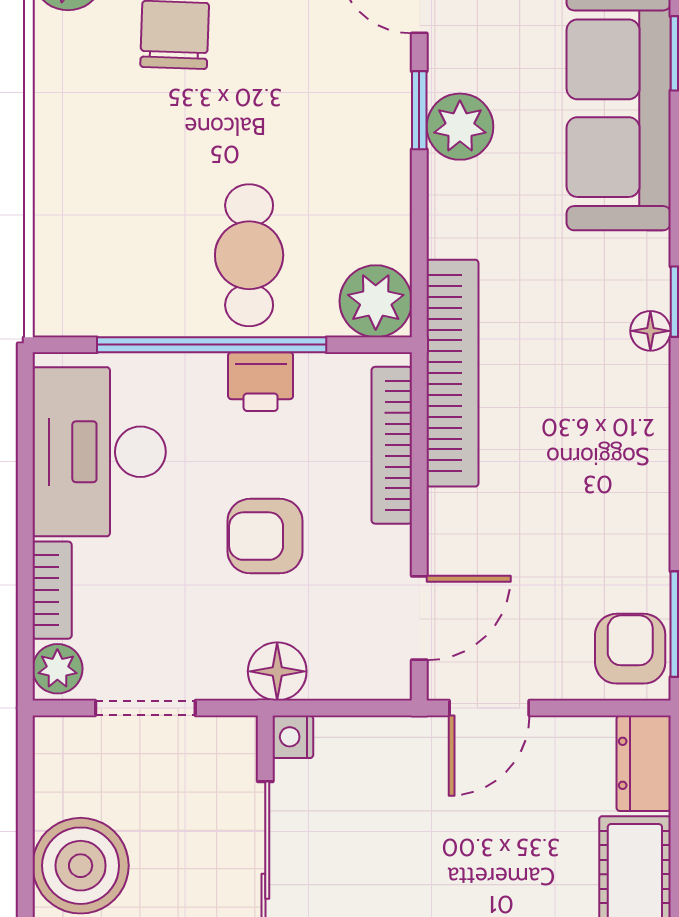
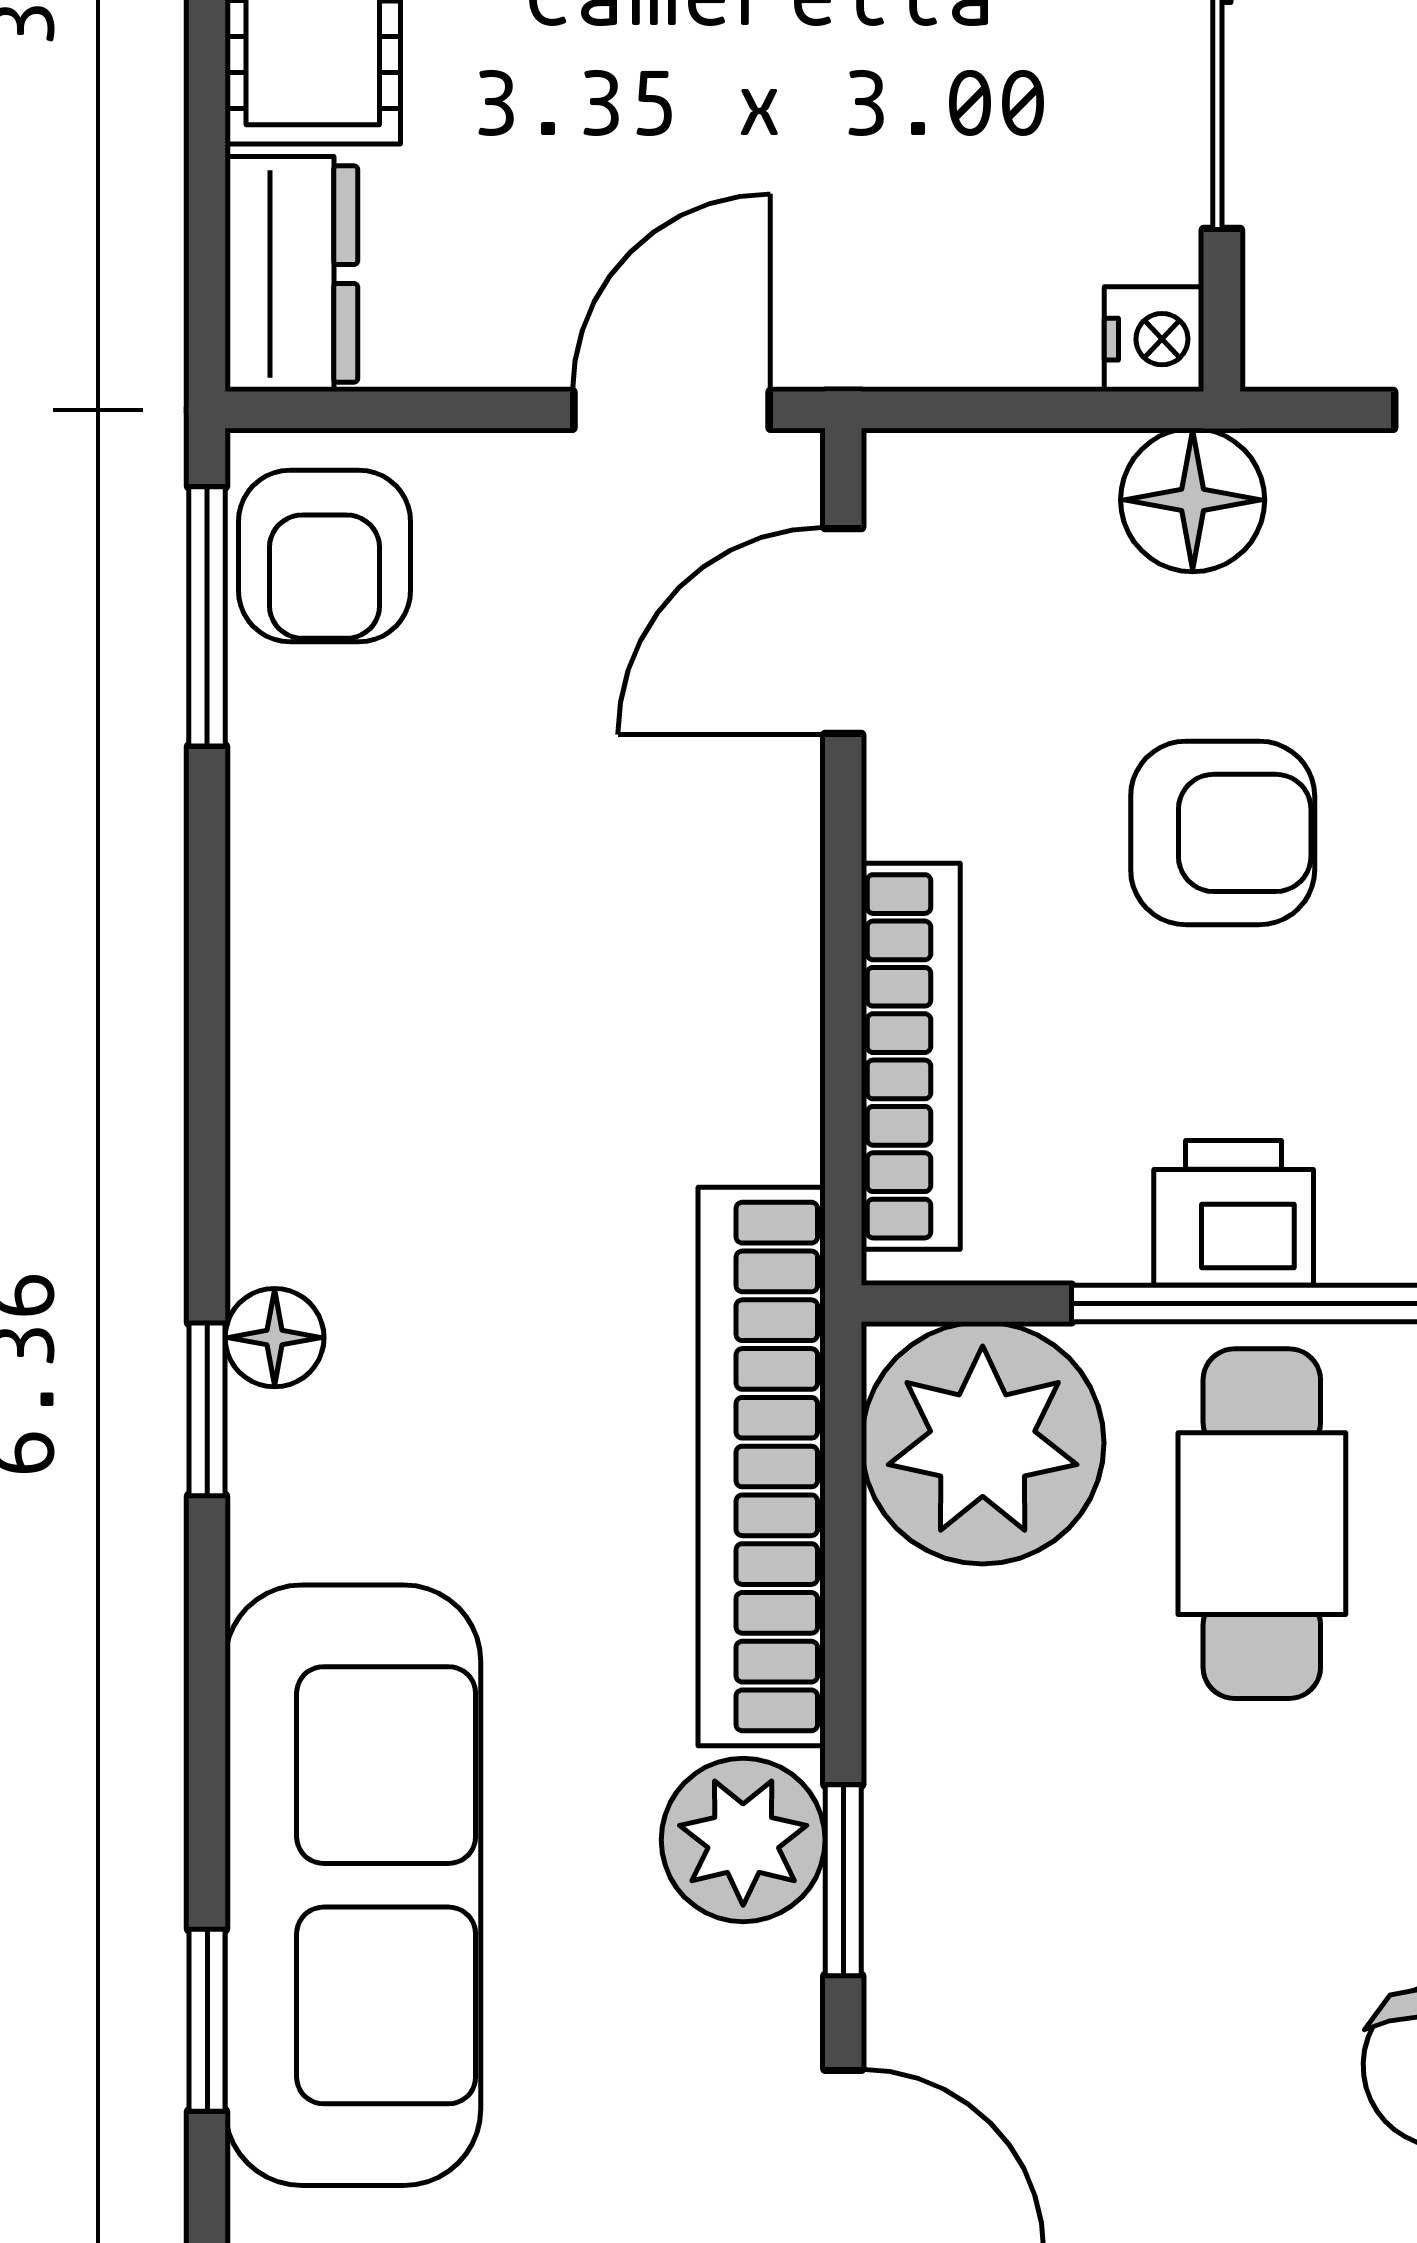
plant: (376, 301) -> (983, 1443), width x1.36, depth x1.36
bookcase: (452, 373) -> (762, 1467), moved

